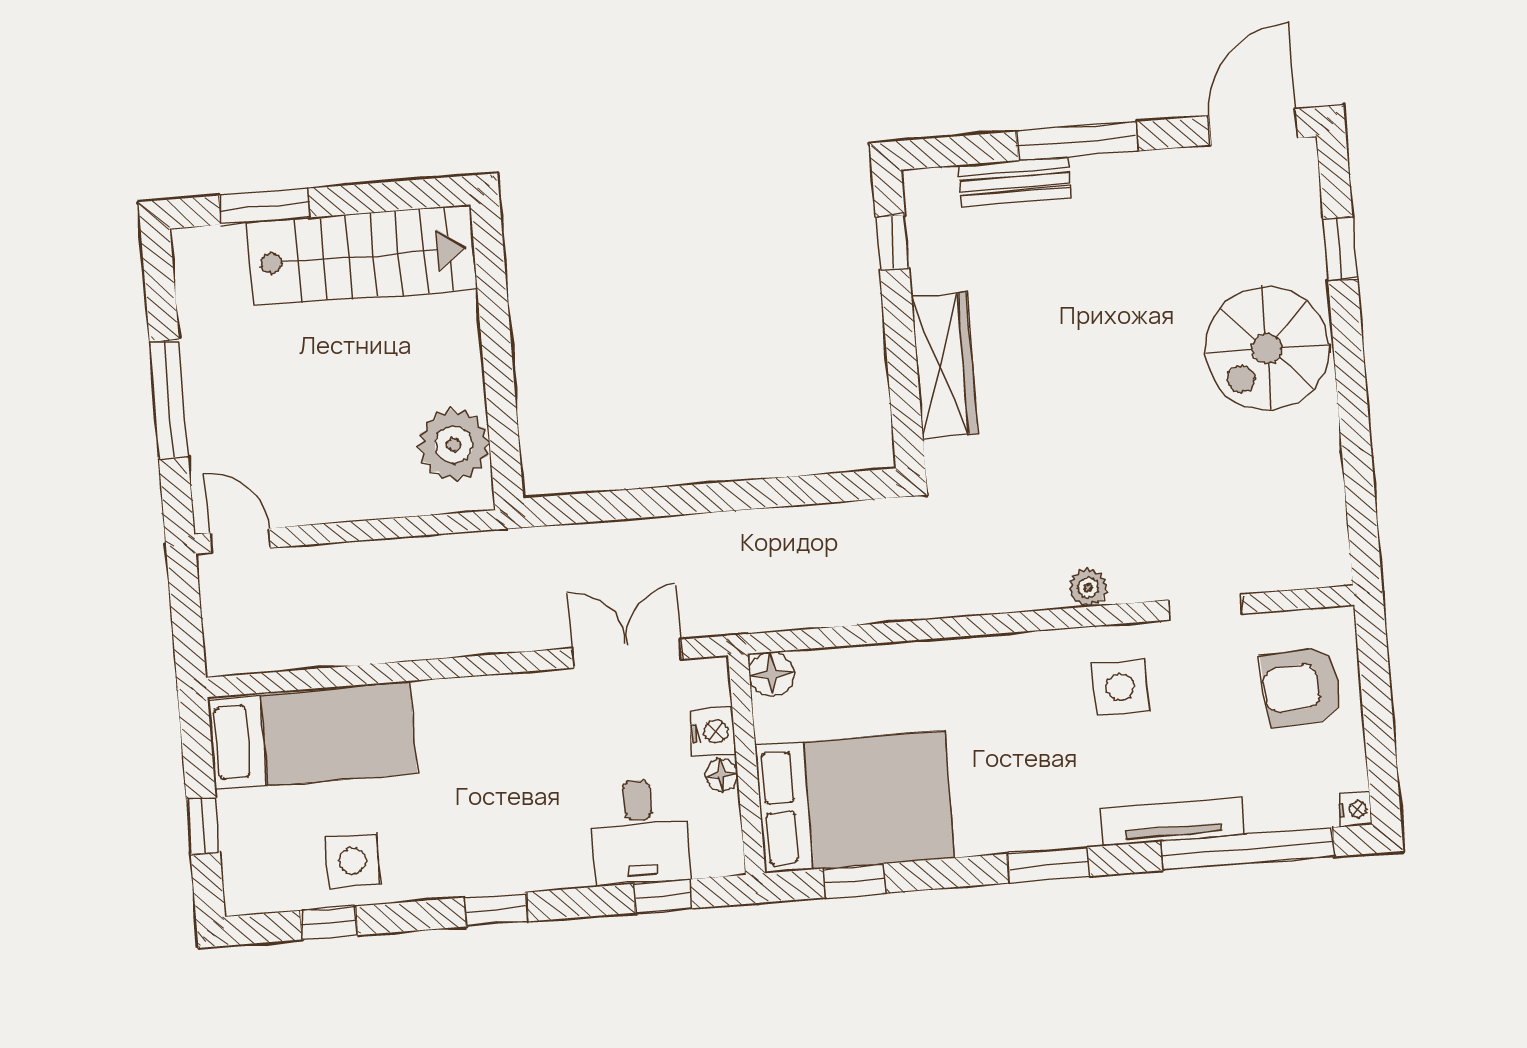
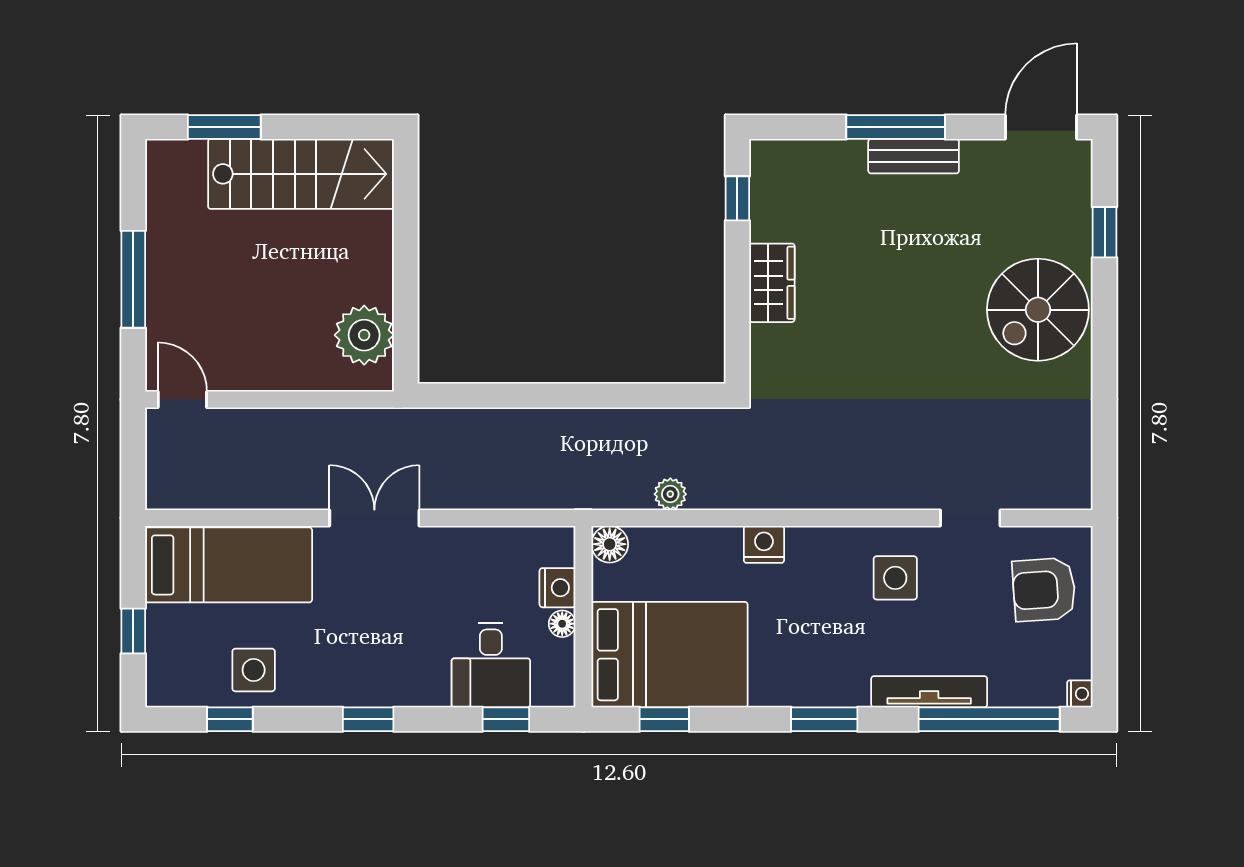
bench: (1015, 182) -> (914, 156), moved
wardrobe: (944, 365) -> (772, 283), width x0.67
plant: (1088, 587) -> (670, 494), moved
double door: (627, 654) -> (374, 518), moved
nightstand: (958, 659) -> (764, 544), added

